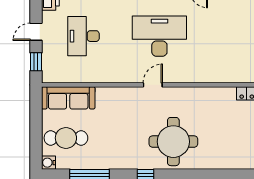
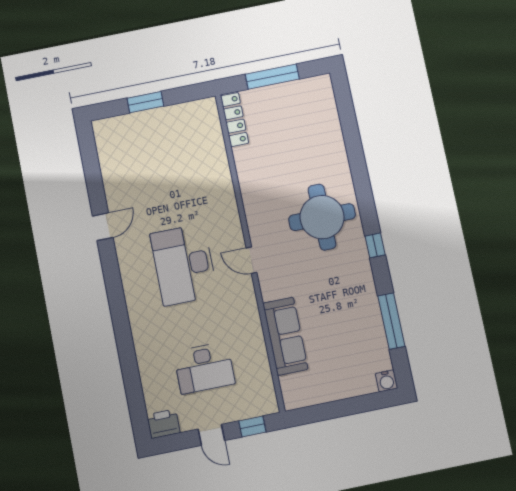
sofa: (68, 98) -> (285, 336), moved
cafe table: (66, 138) -> (348, 364), removed

